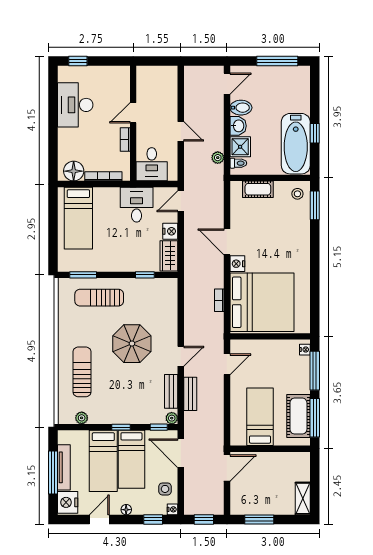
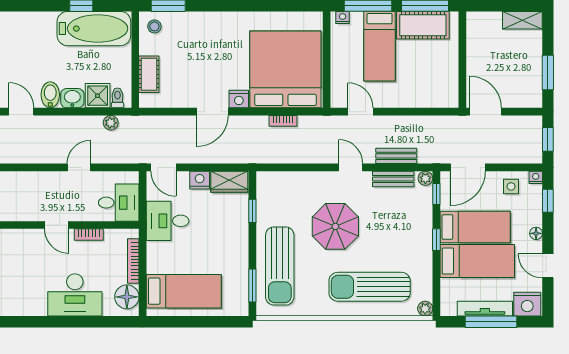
desk: (75, 105) -> (75, 295), moved
sun lounger: (99, 298) -> (280, 266), width x1.36, depth x1.34
sun lounger: (82, 372) -> (370, 287), width x1.36, depth x1.34
bed: (260, 417) -> (379, 46), moved, turned -90
plant: (82, 418) -> (425, 309), moved

